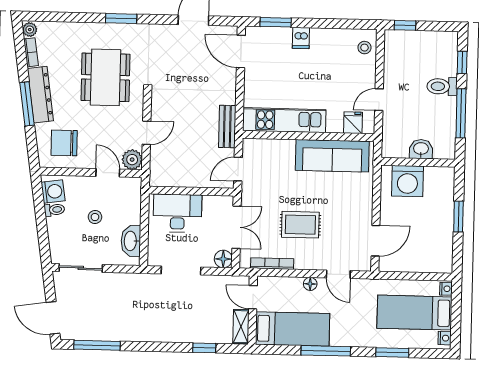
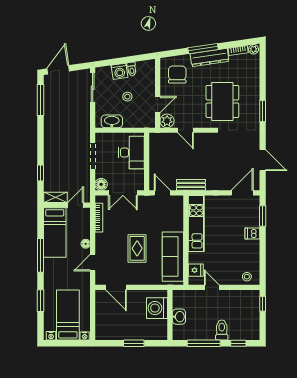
dining table: (106, 77) -> (222, 101), turned 90
washing machine: (53, 191) -> (119, 71), moved
rug: (300, 225) -> (137, 248), moved

